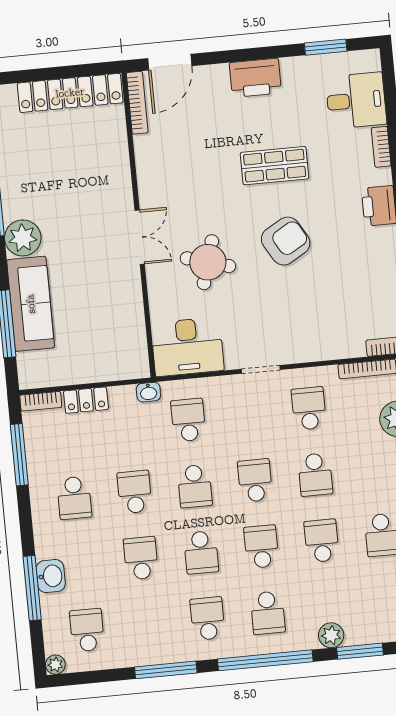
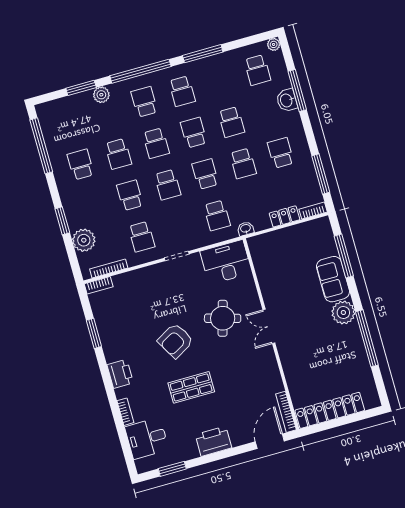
sofa: (31, 304) -> (333, 279), width x0.73

